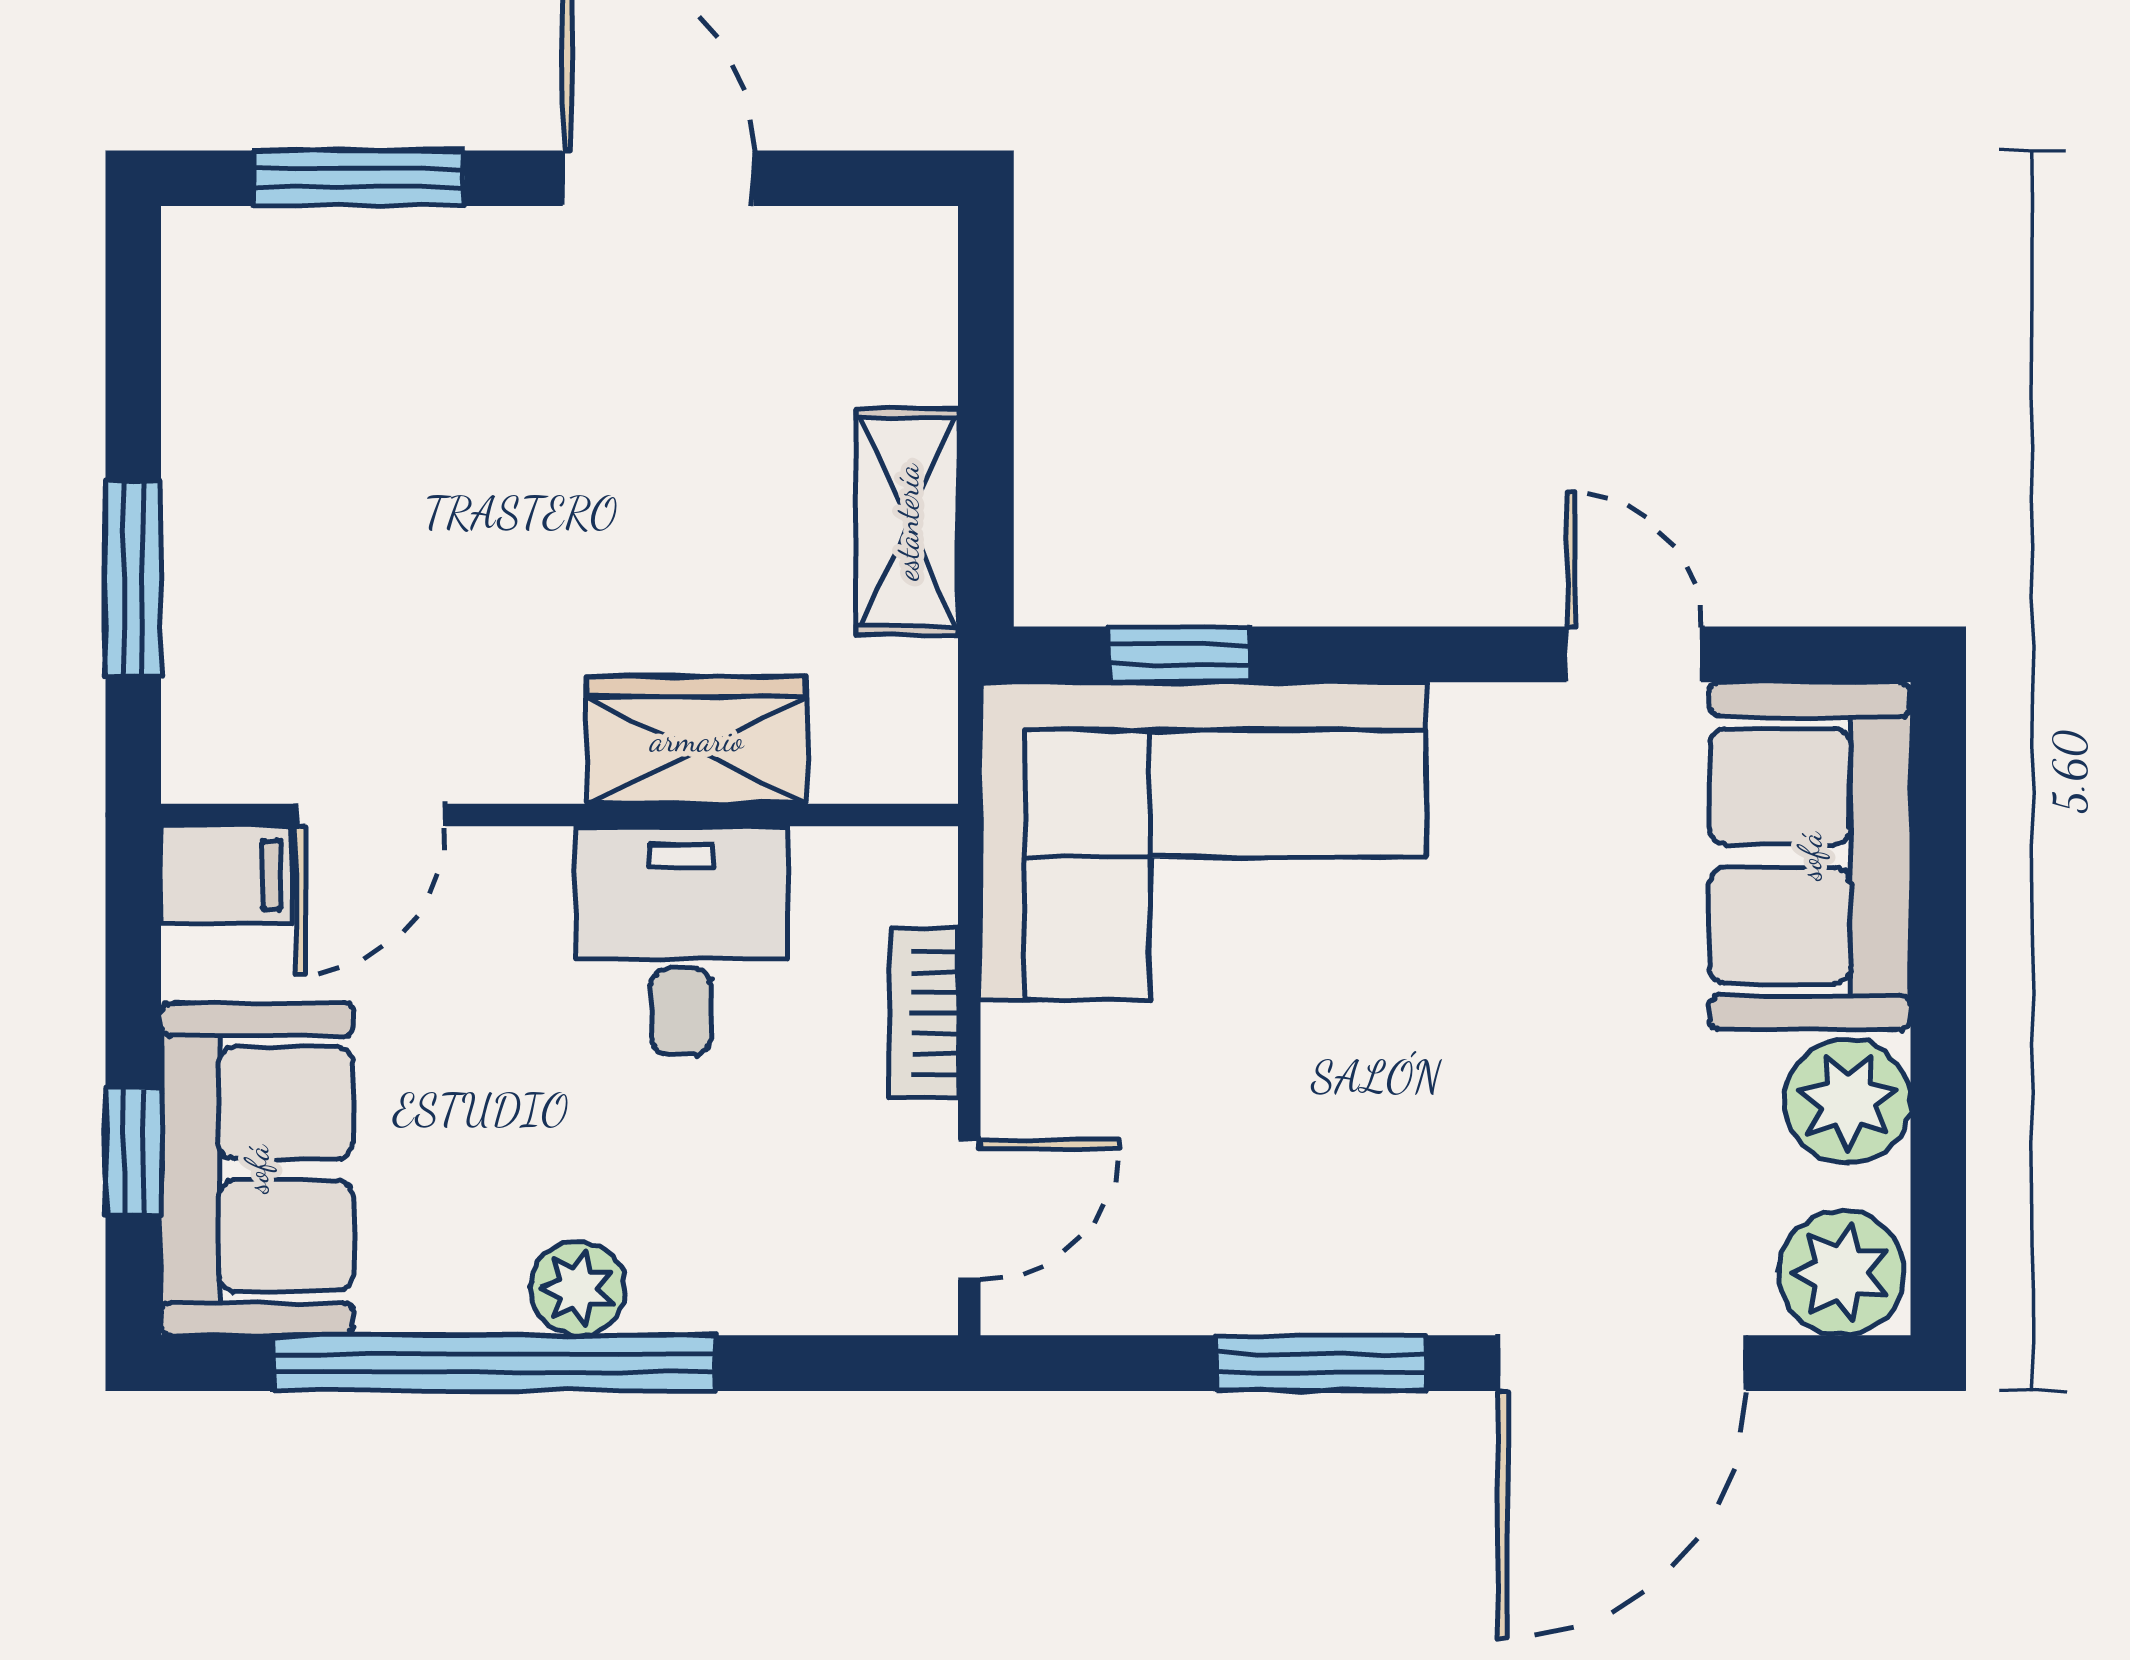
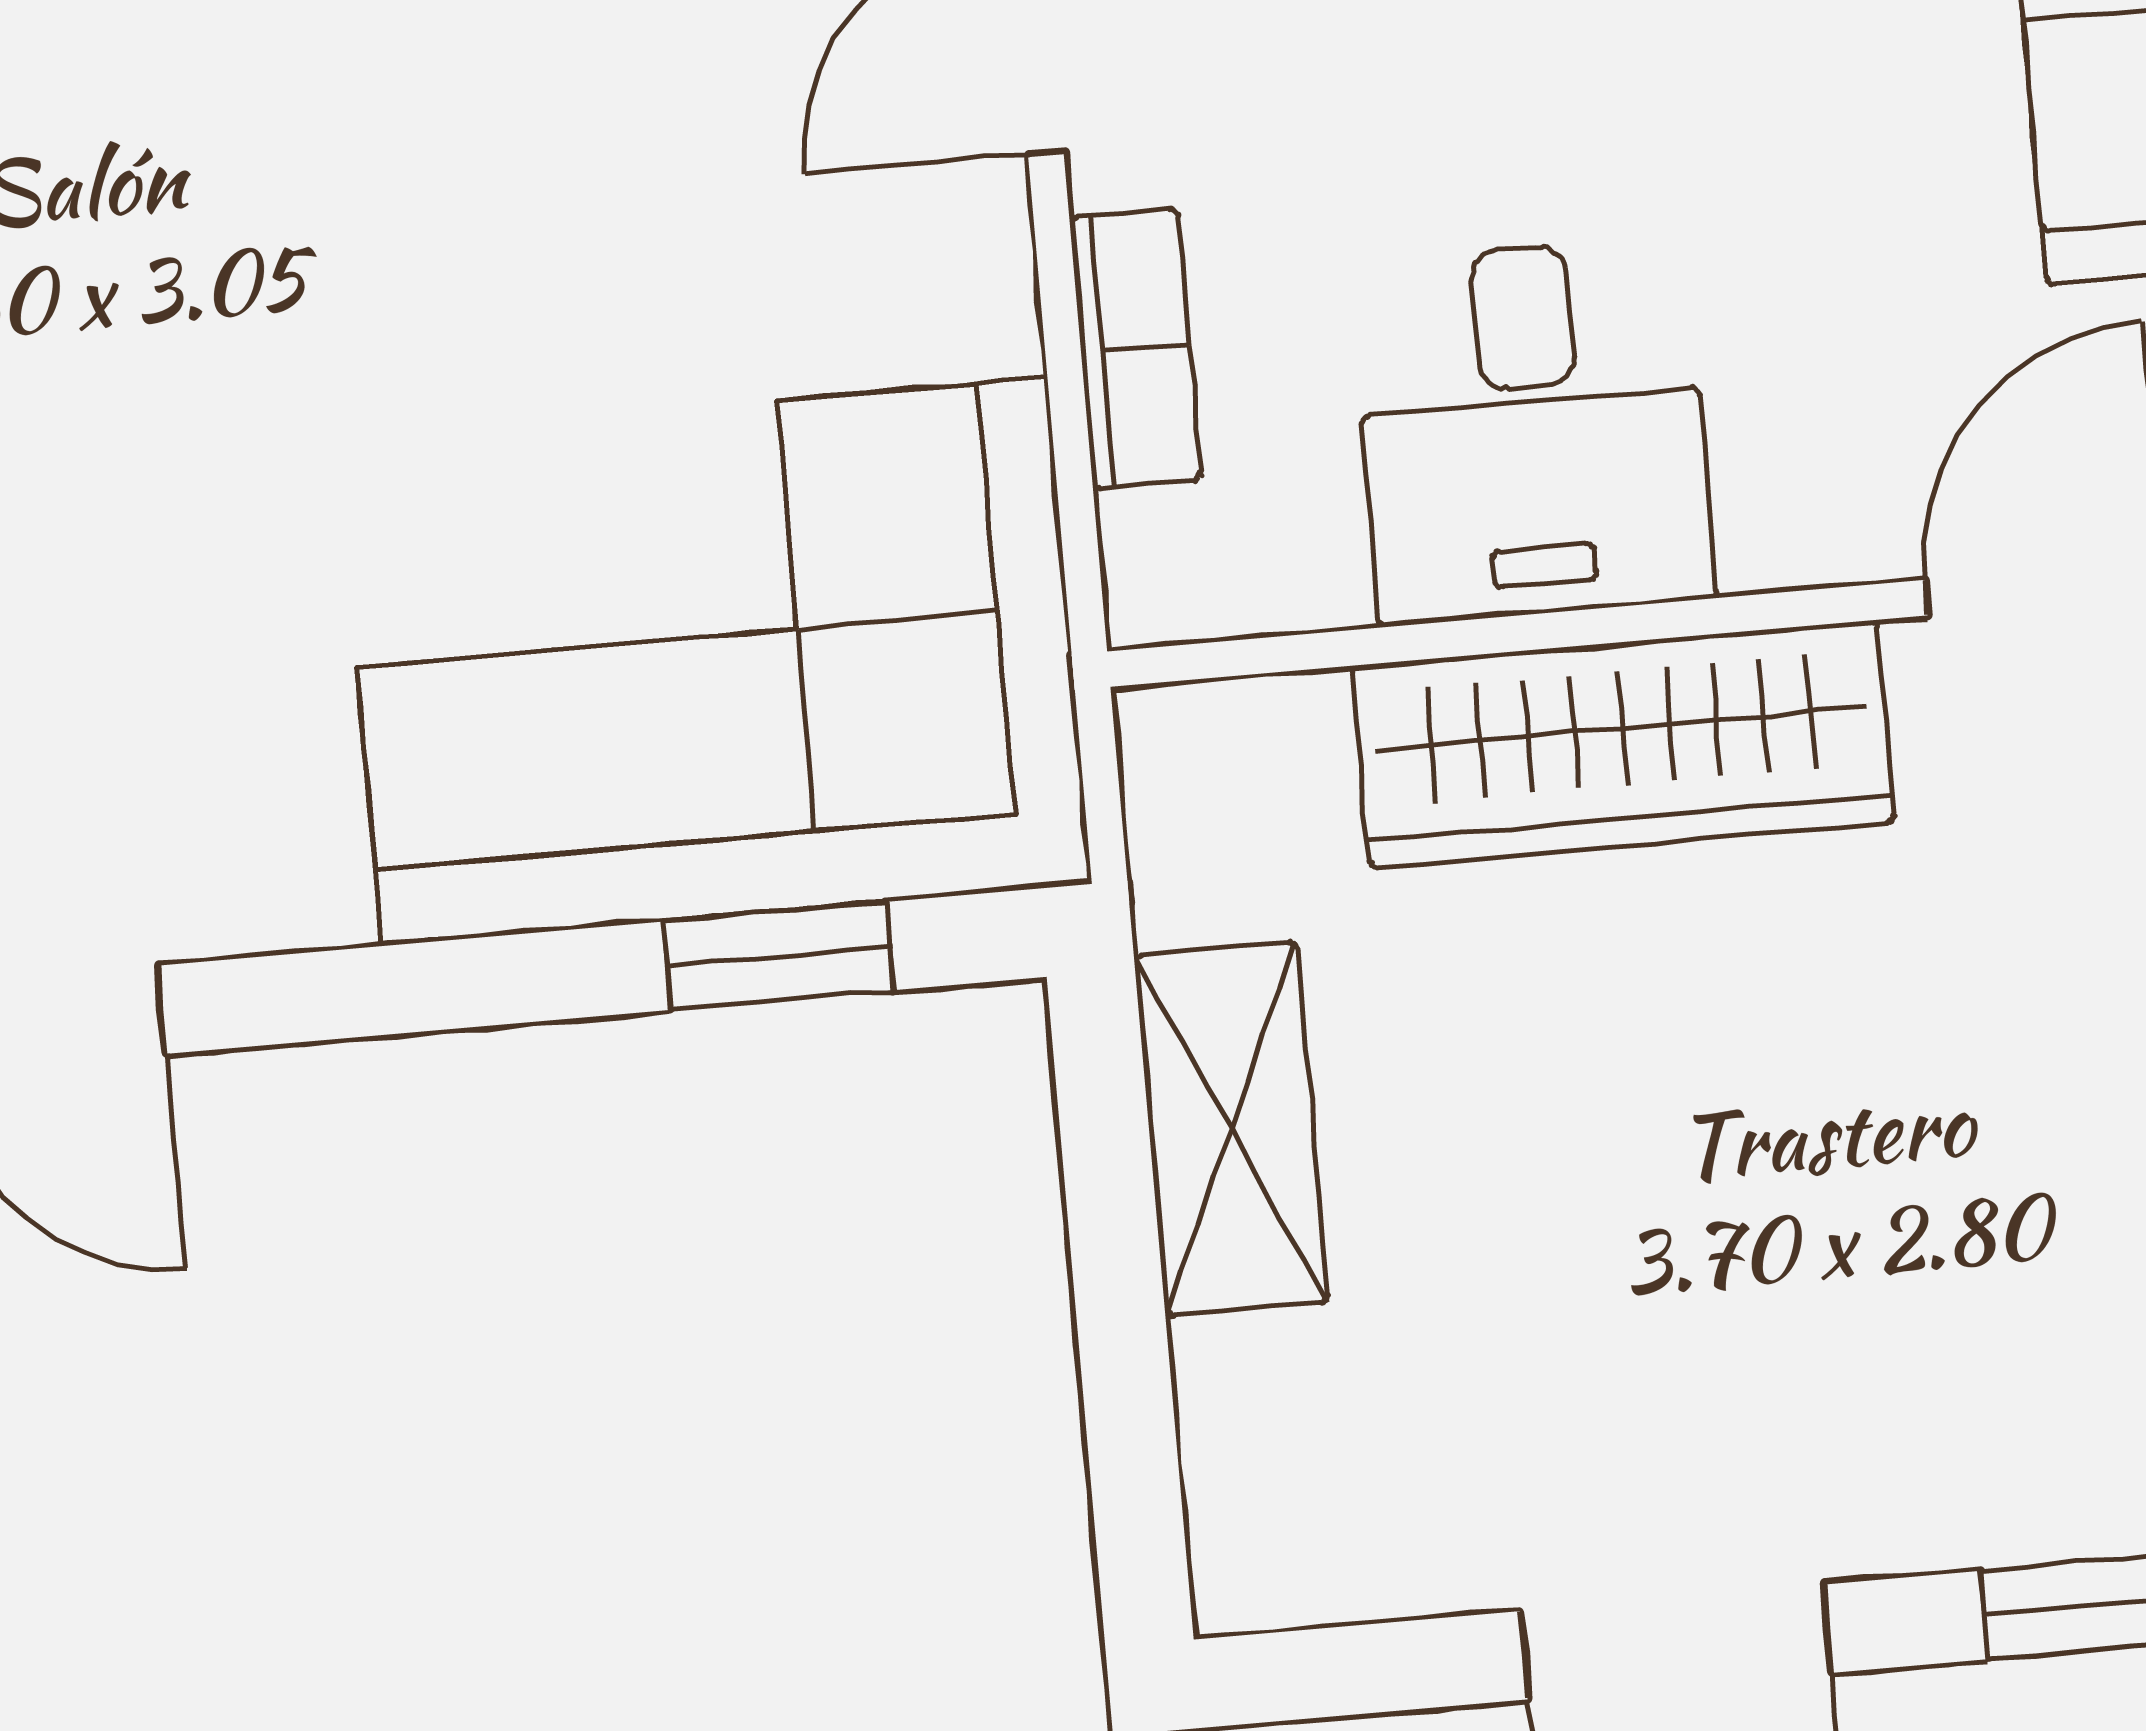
wardrobe: (697, 740) -> (1623, 744), width x1.50

